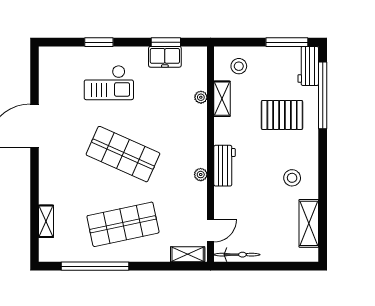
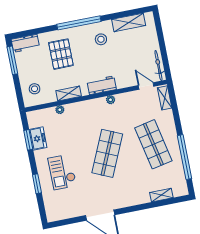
checkout: (109, 83) -> (62, 172), turned 180
window: (323, 95) -> (79, 23), moved
shelving: (222, 99) -> (69, 94), moved

